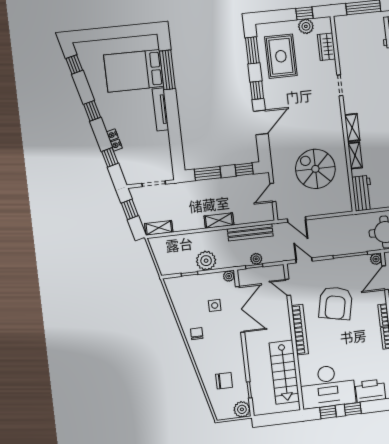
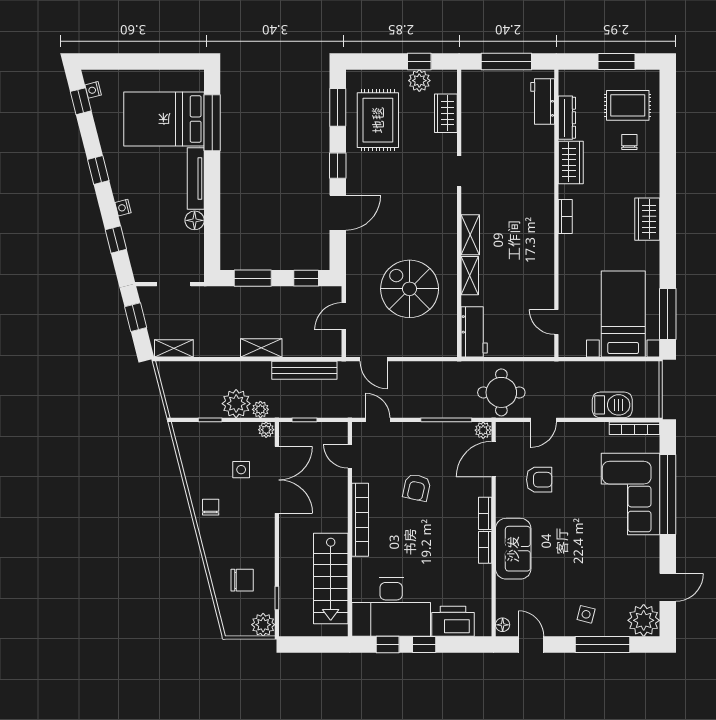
floor lamp: (163, 138) -> (195, 220), added
nightstand: (116, 145) -> (93, 90), moved
plant: (256, 259) -> (260, 409), moved
armchair: (336, 303) -> (417, 488), width x0.53, depth x0.53

